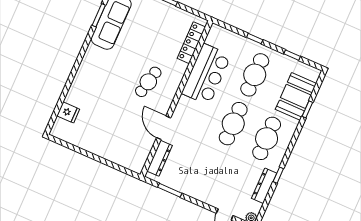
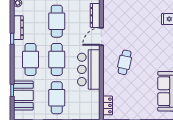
locker: (191, 43) -> (108, 105), width x0.66
bar counter: (206, 74) -> (89, 69), moved
door: (164, 128) -> (101, 37), swing flipped
cafe table: (212, 172) -> (57, 21), added

